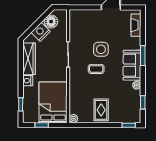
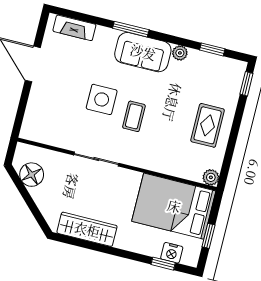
nightstand: (41, 32) -> (45, 197), removed
nightstand: (28, 81) -> (172, 253), moved
rug: (101, 110) -> (208, 125), turned 90

